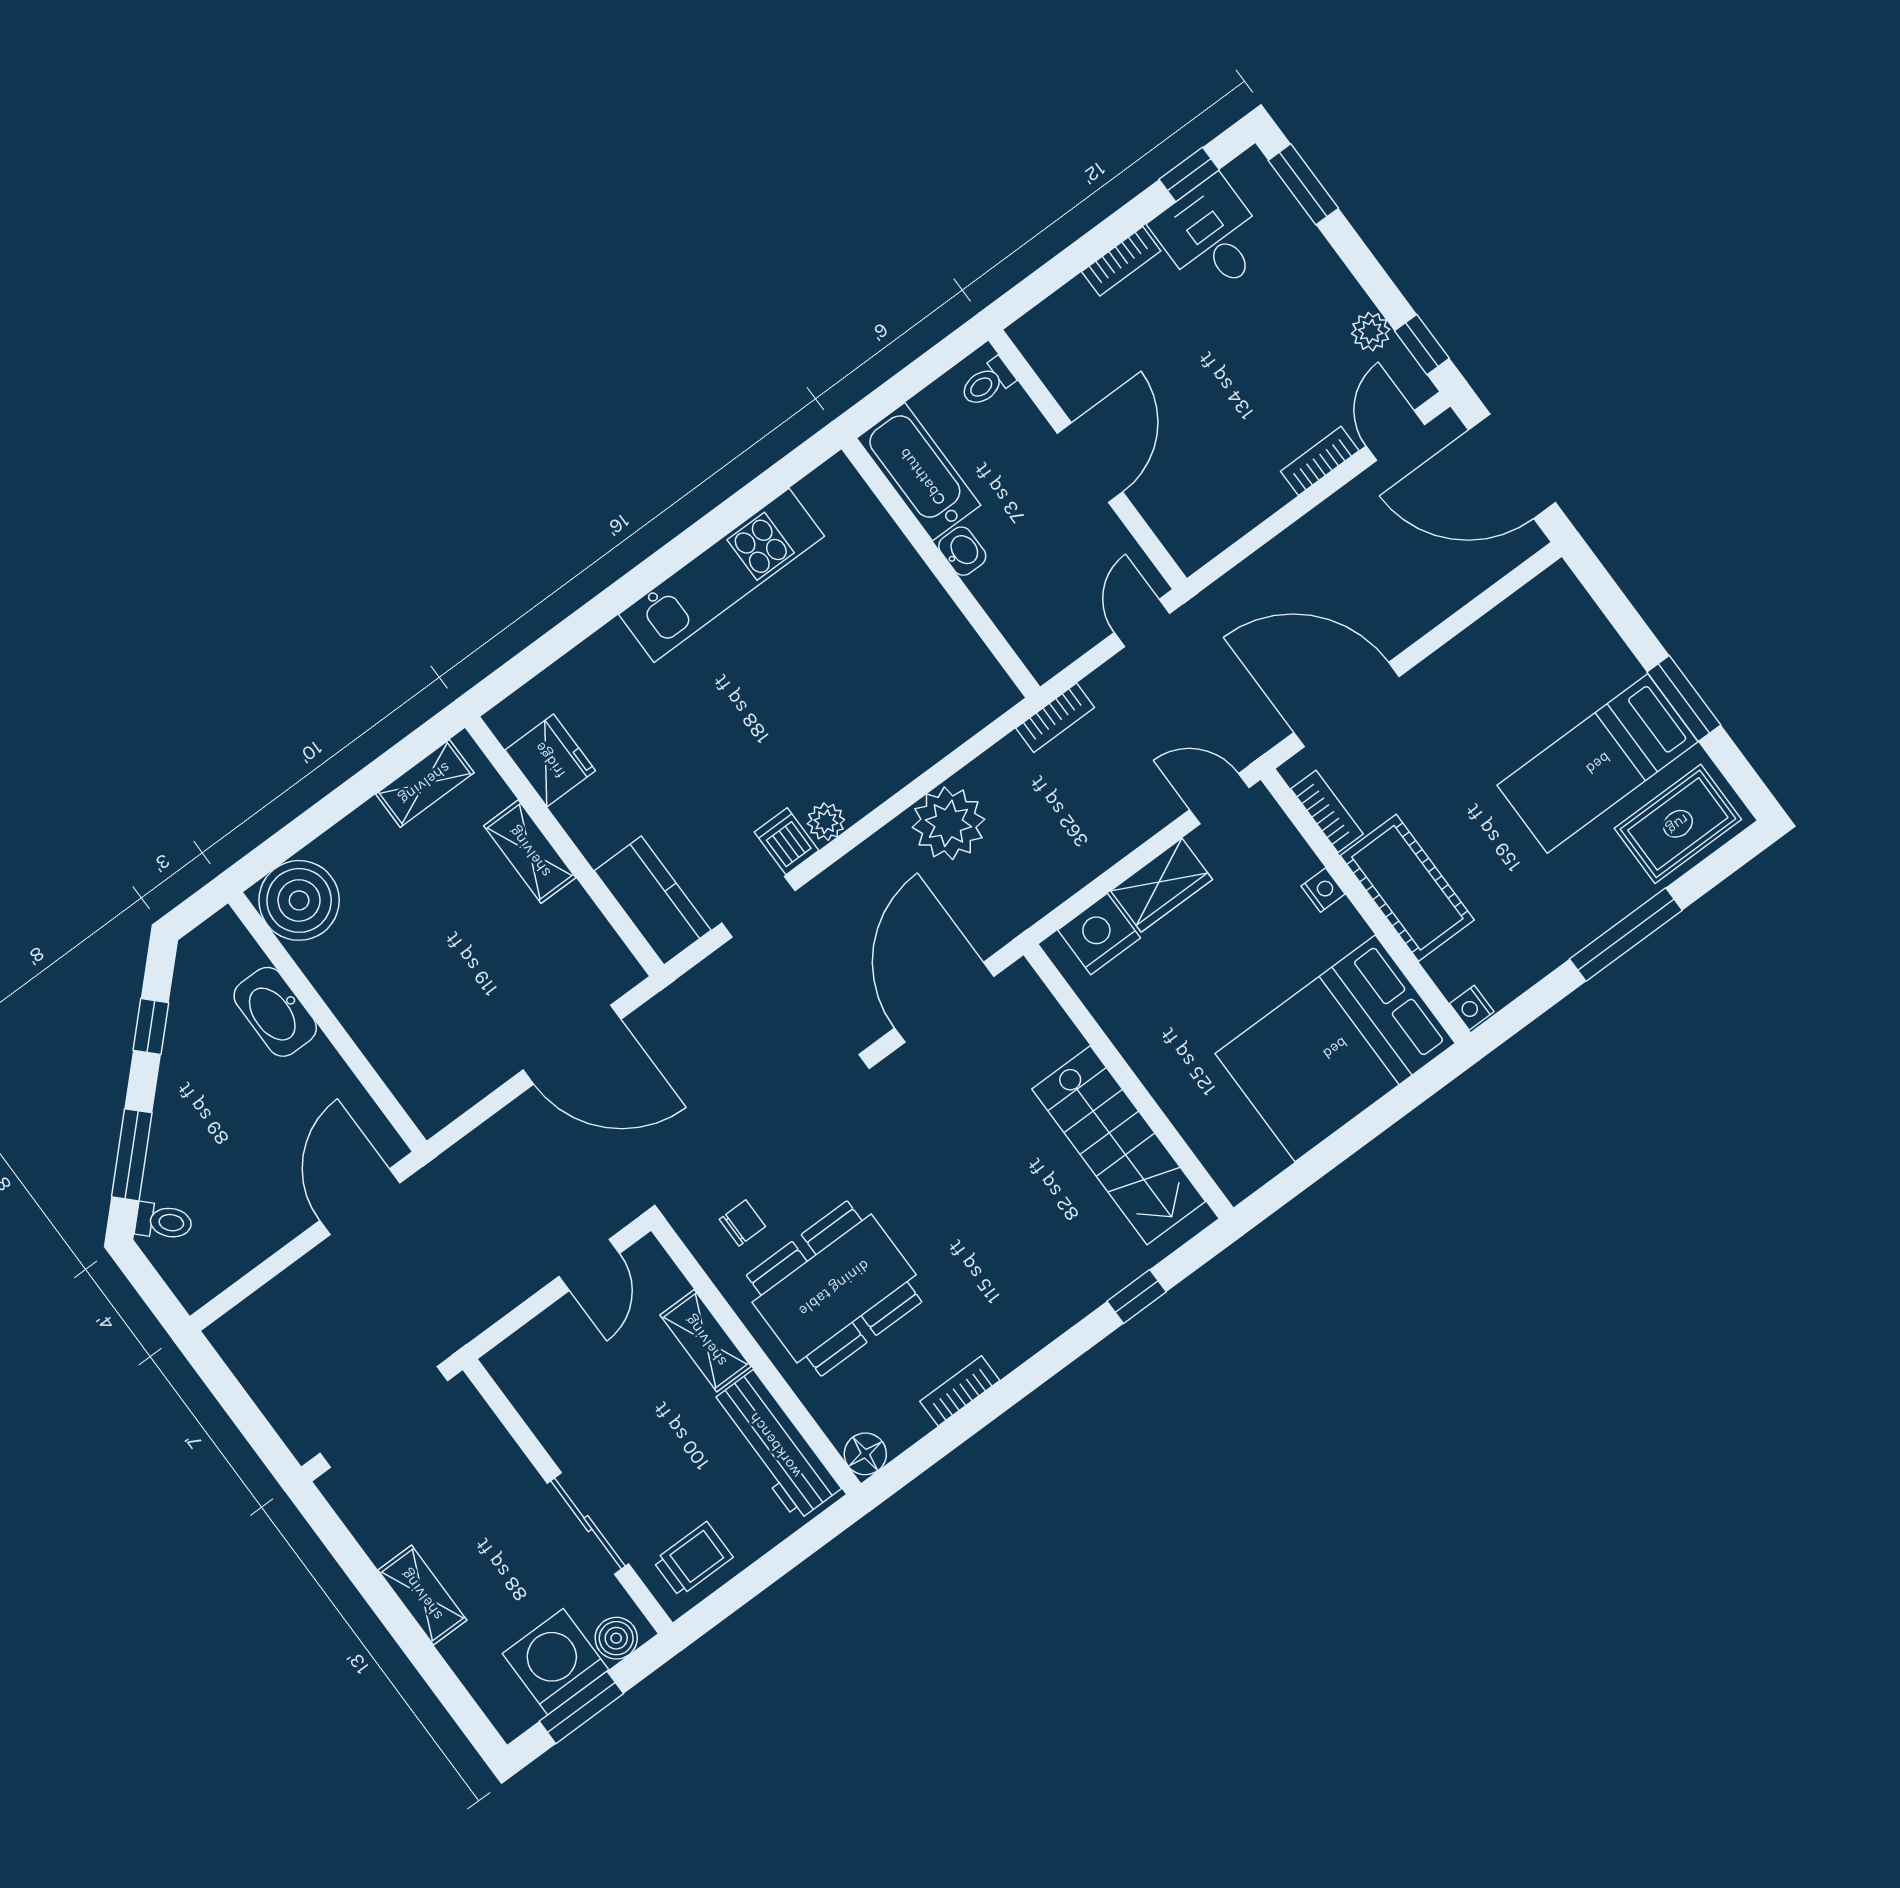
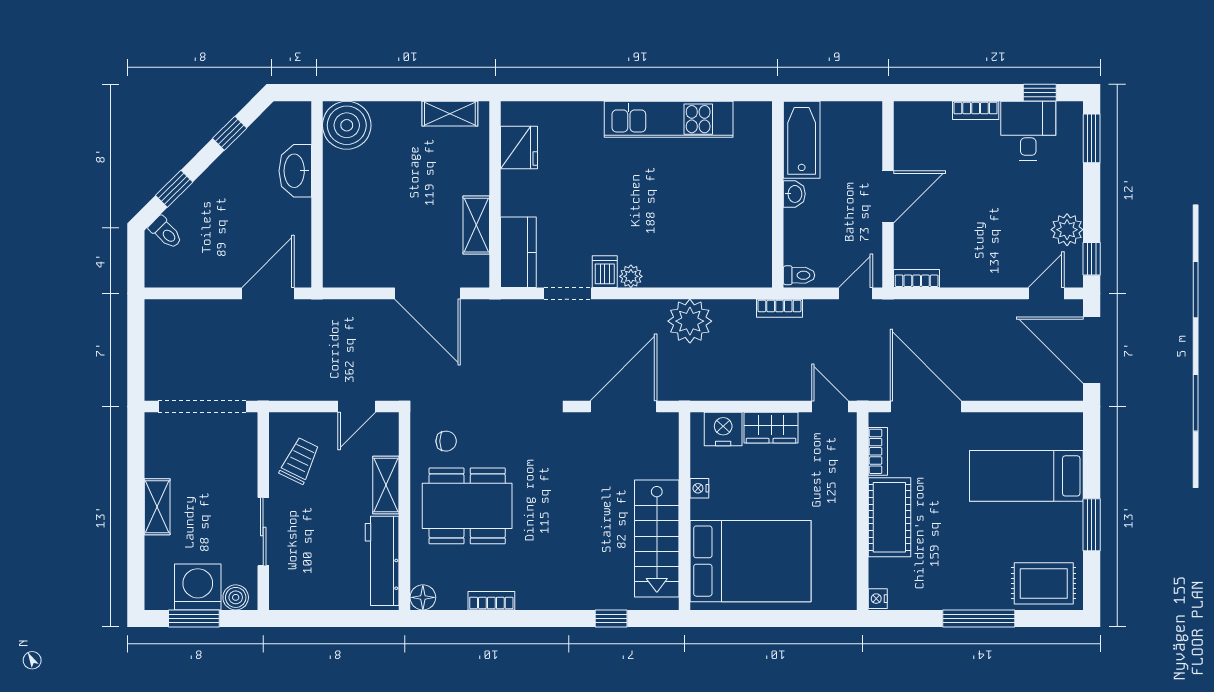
plant: (1371, 332) -> (1067, 230), width x1.38, depth x1.38
toilet: (987, 383) -> (799, 275), moved, turned 180
bookcase: (1320, 461) -> (917, 279), moved
bed: (1598, 763) -> (1026, 476), moved
shelving: (530, 852) -> (476, 225), moved
nightstand: (1323, 890) -> (699, 488), moved, turned 180
bed: (1335, 1048) -> (750, 561), moved, turned 180
window: (132, 1155) -> (174, 189), width x0.67
trolley: (693, 1559) -> (300, 461), moved, turned -64

